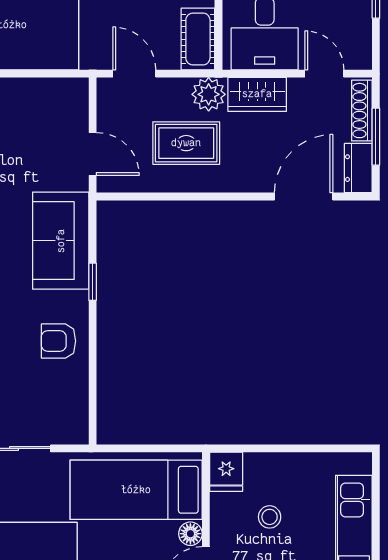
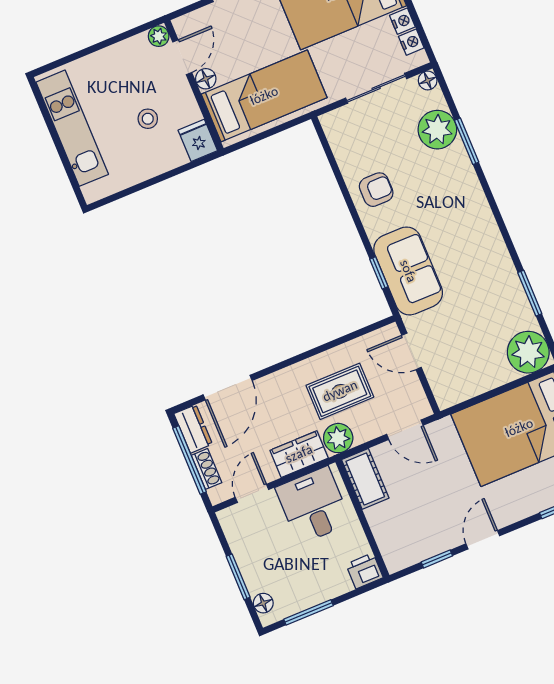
door: (324, 74) -> (252, 493), swing flipped
shoe rack: (362, 111) -> (206, 469), width x0.70
window: (376, 137) -> (189, 460), width x1.44
window: (93, 282) -> (379, 273), moved

